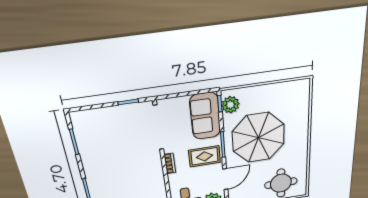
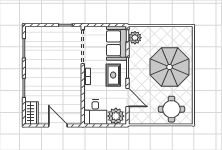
parasol: (258, 138) -> (170, 67), moved
rug: (205, 156) -> (113, 75), turned 90
door: (225, 179) -> (127, 97), hinge flipped

